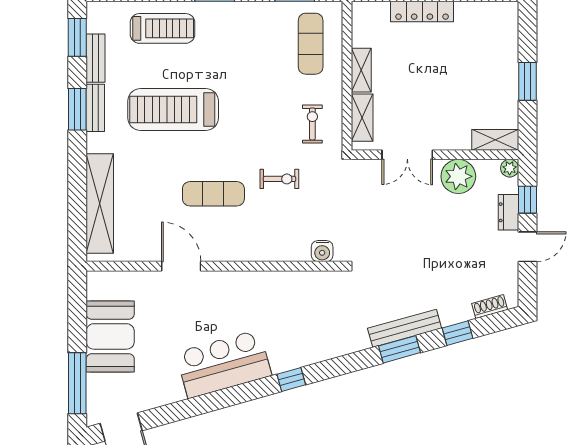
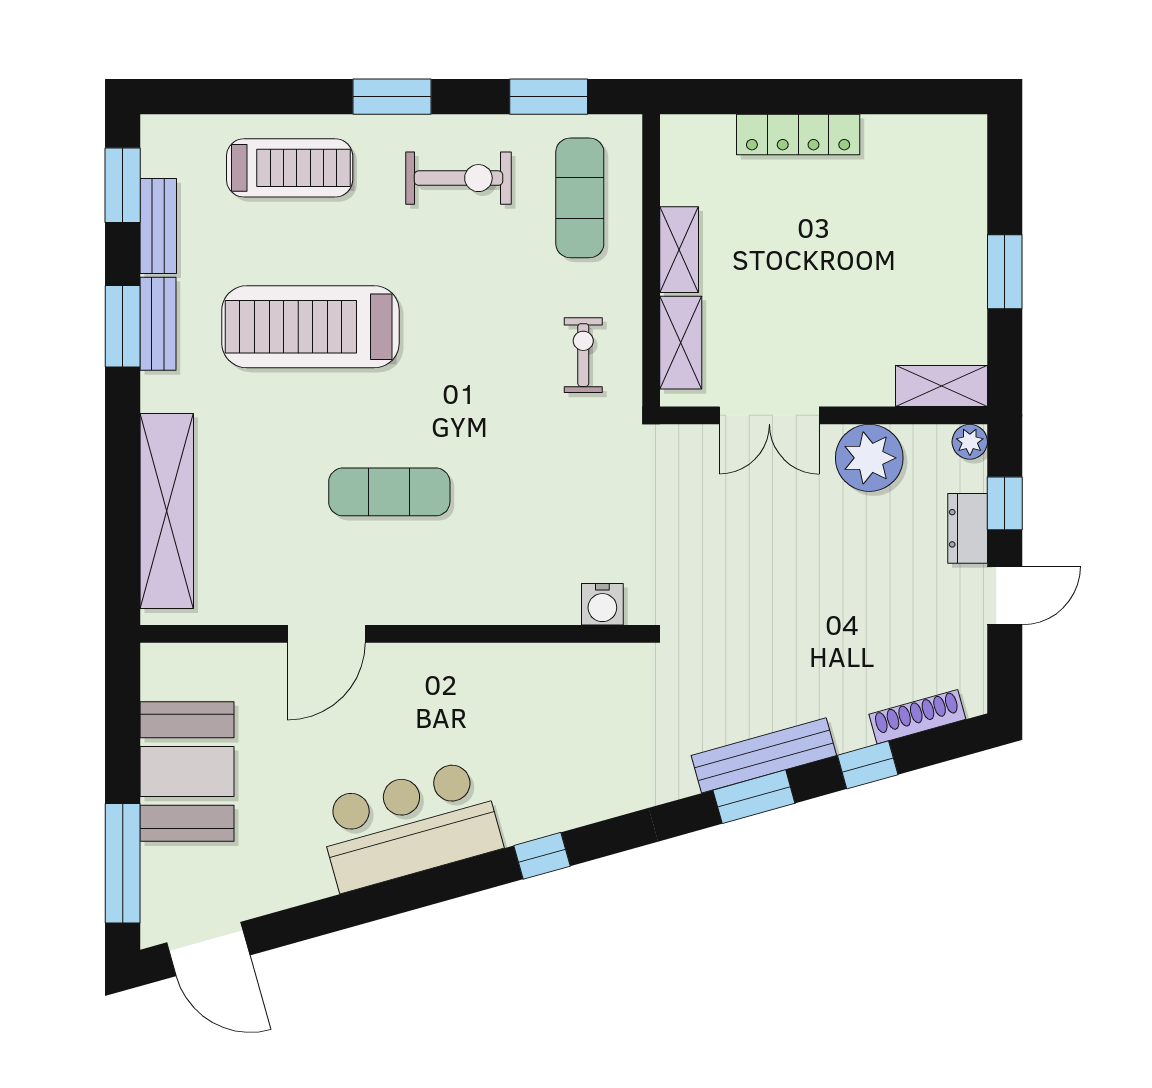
exercise bike: (279, 179) -> (458, 178), moved, width x1.38, depth x1.39
door: (181, 266) -> (326, 634), swing flipped
shoe rack: (490, 307) -> (917, 717), width x1.43

